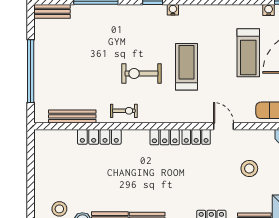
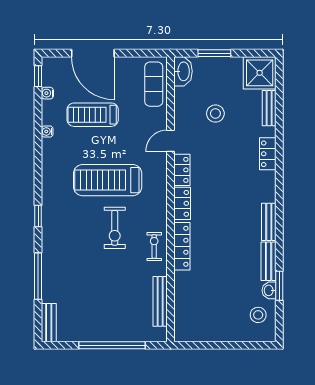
water cooler: (173, 10) -> (47, 132), moved
treadmill: (248, 53) -> (93, 115), turned 180
treadmill: (186, 67) -> (108, 180), width x1.37, depth x1.38
locker: (99, 137) -> (182, 246), moved

